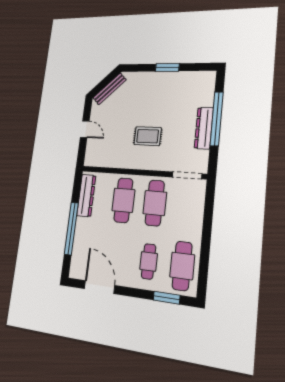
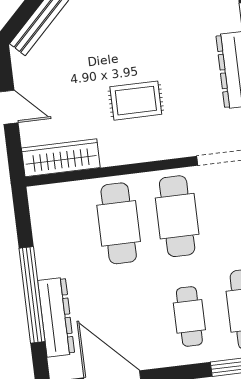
wardrobe: (103, 159) -> (61, 158), added
dresser: (86, 195) -> (56, 317), moved

